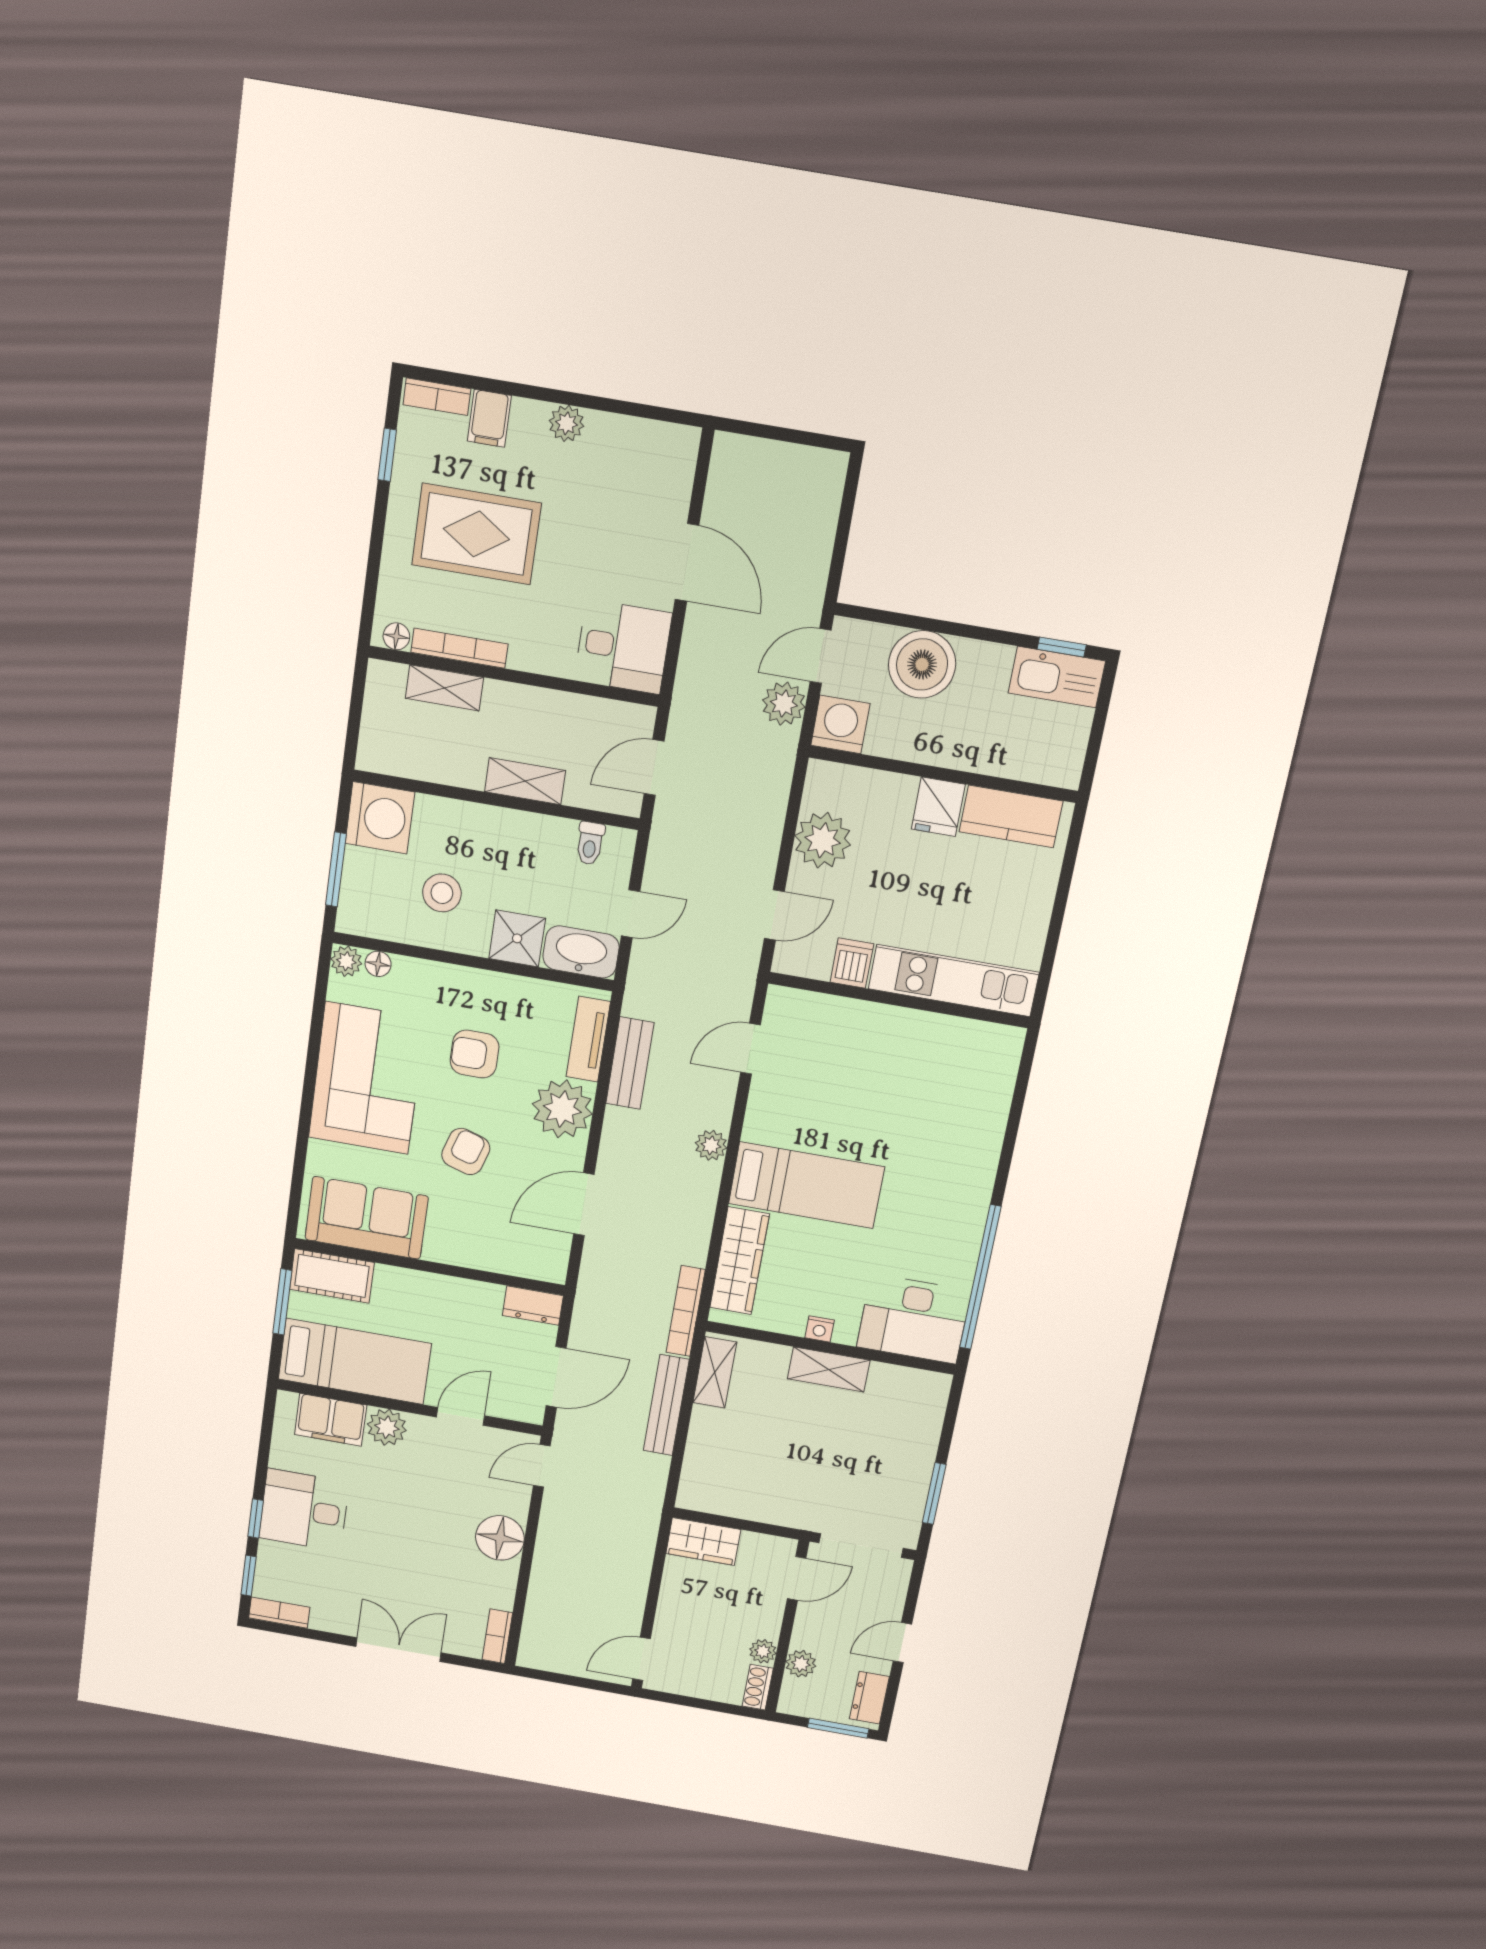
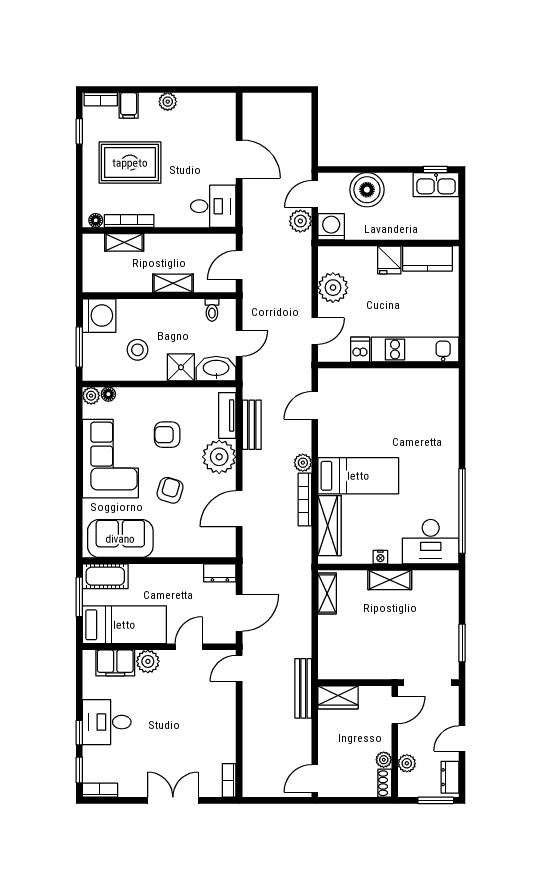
bookcase: (686, 1311) -> (305, 499), moved
bench: (666, 1405) -> (303, 688), moved
floor lamp: (500, 1538) -> (222, 718), removed

